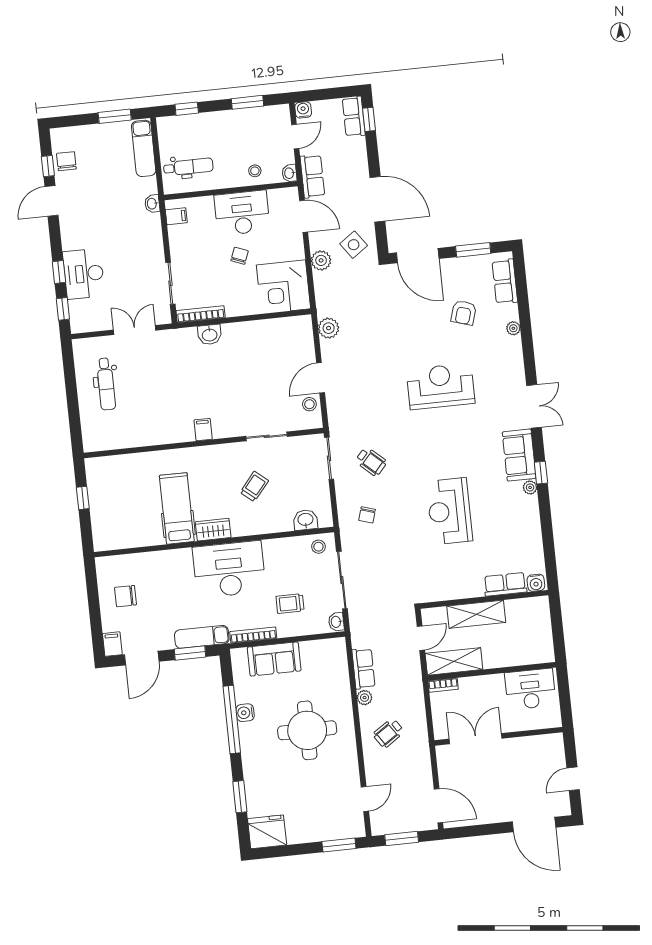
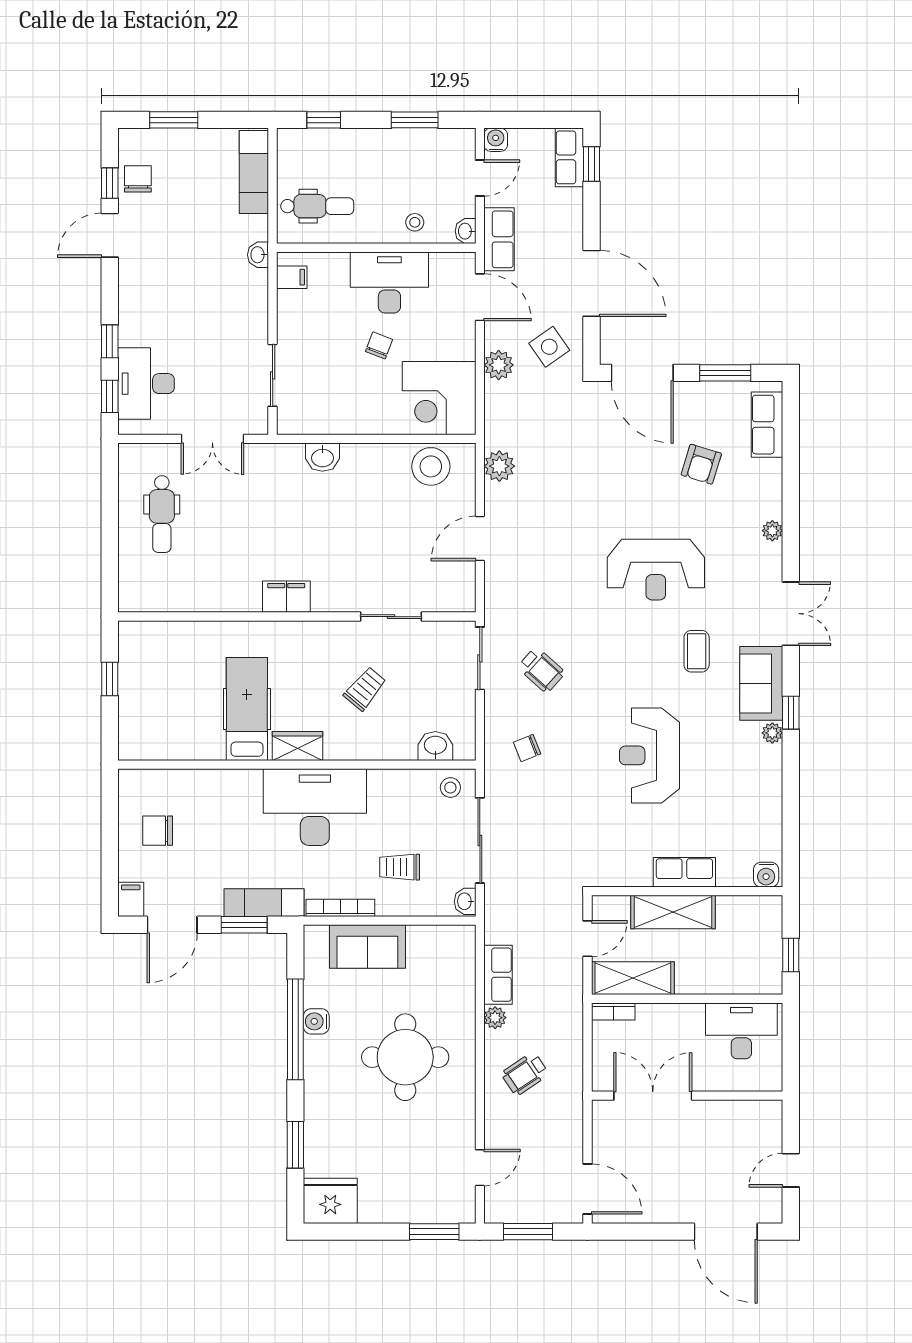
window: (115, 116) -> (174, 120), moved
desk: (84, 274) -> (146, 384), moved
bookcase: (201, 314) -> (312, 426), removed
plant: (513, 328) -> (772, 531), moved
double door: (135, 330) -> (212, 439), swing flipped
reception desk: (441, 386) -> (656, 570), turned 180
stool: (309, 404) -> (431, 466), moved, width x1.89, depth x1.89
filing cabinet: (203, 430) -> (286, 597), width x2.00
coffee table: (474, 438) -> (697, 651), added
chair: (367, 515) -> (527, 748), turned 51
row of seats: (505, 584) -> (684, 872), moved
window: (558, 635) -> (791, 955), added

